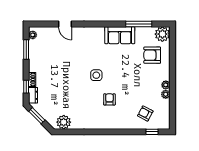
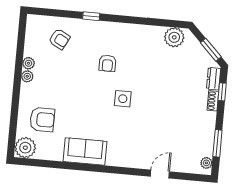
door: (65, 24) -> (160, 174), hinge flipped
window: (139, 24) -> (57, 165), removed
window: (152, 132) -> (91, 16), moved

